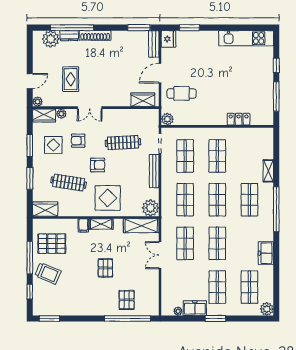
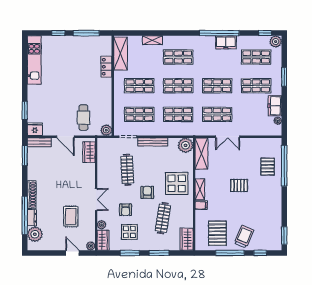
rug: (71, 79) -> (71, 216), turned 90
shelving: (253, 135) -> (120, 54), added
window: (276, 209) -> (219, 33), moved
window: (276, 297) -> (265, 33), added
pallet: (127, 300) -> (268, 167), turned 90
window: (215, 319) -> (284, 77), moved

